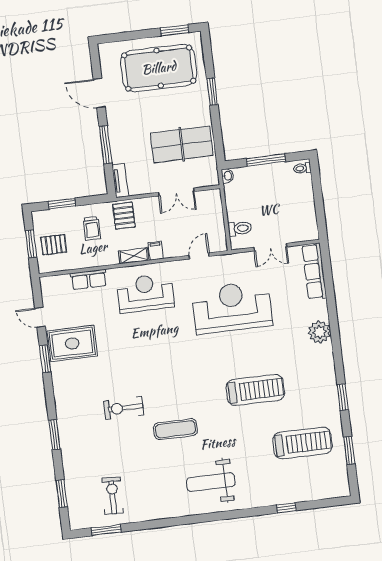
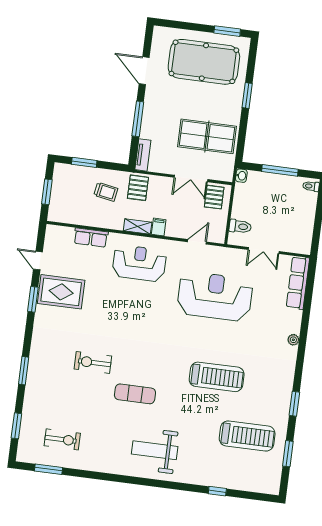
trolley: (92, 228) -> (106, 192), turned -80
pallet: (54, 245) -> (214, 197), moved, turned 90
plant: (319, 332) -> (293, 340), width x0.53, depth x0.53
exercise bike: (113, 496) -> (62, 439), turned 88

